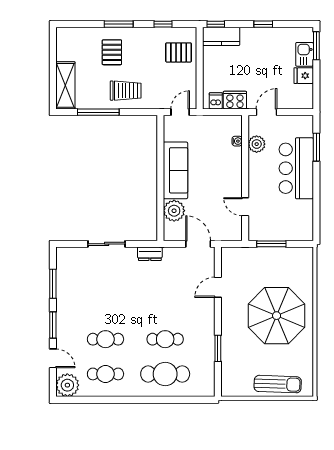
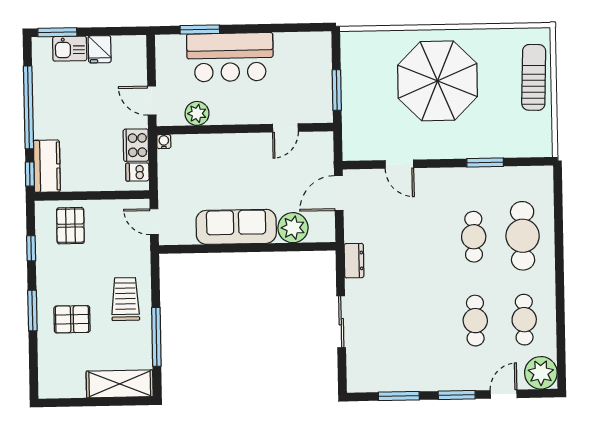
window: (263, 24) -> (28, 107), width x3.17
water cooler: (237, 141) -> (164, 142), moved

